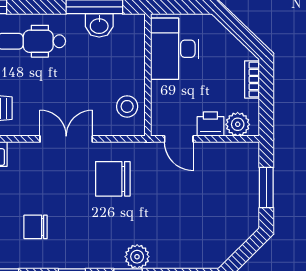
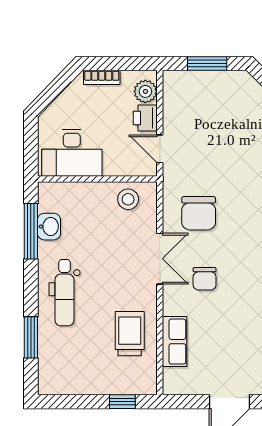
double door: (66, 139) -> (160, 259), swing flipped
door: (179, 139) -> (160, 149), swing flipped
chair: (36, 227) -> (205, 279), moved

